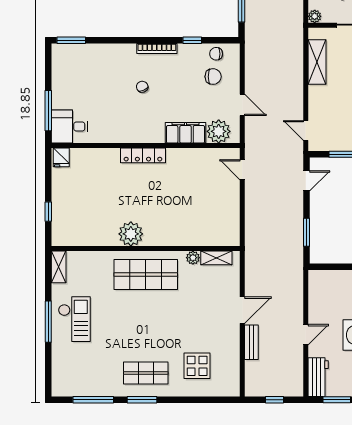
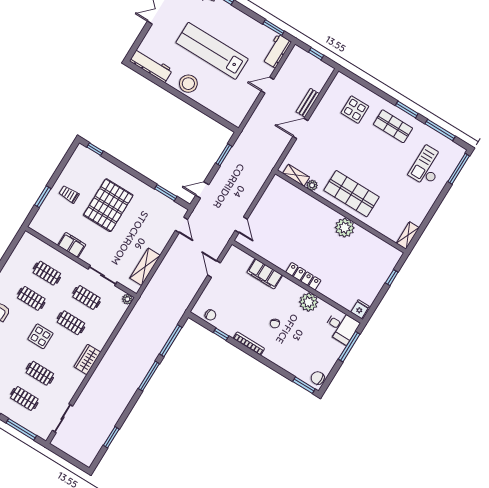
chair: (213, 77) -> (318, 378), moved
plant: (219, 131) -> (309, 302), moved
checkout: (74, 319) -> (427, 166), moved
window: (48, 322) -> (459, 169), moved

